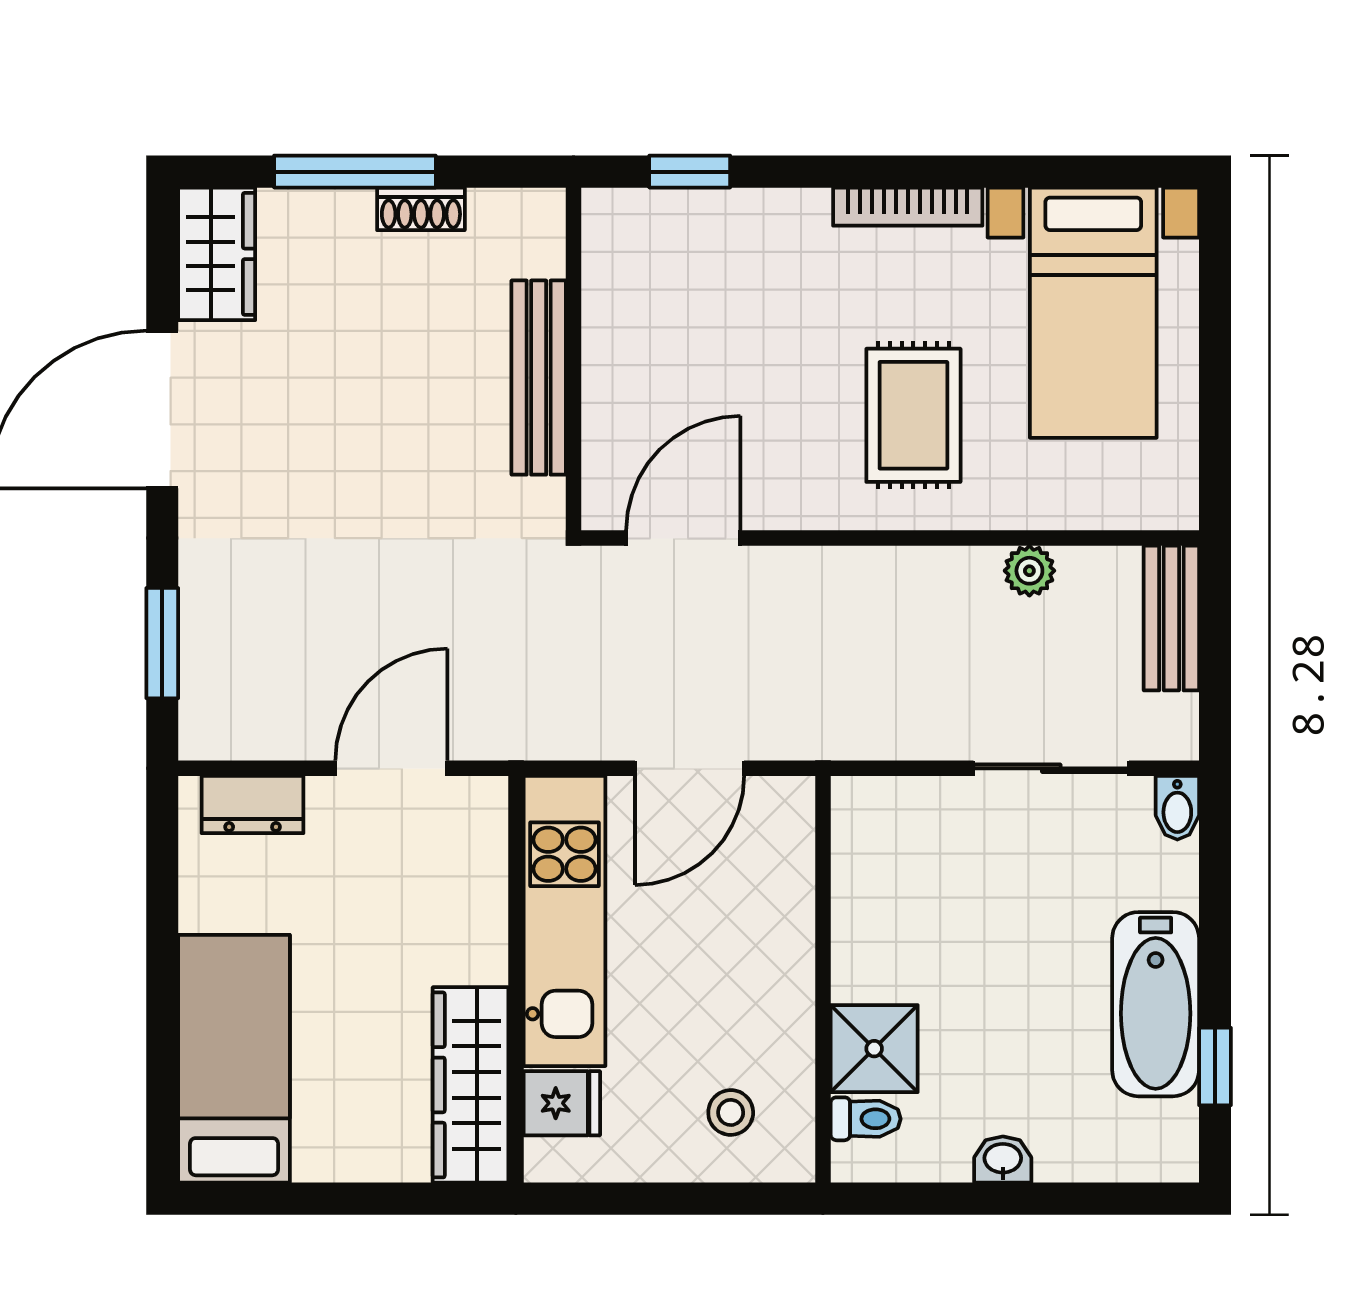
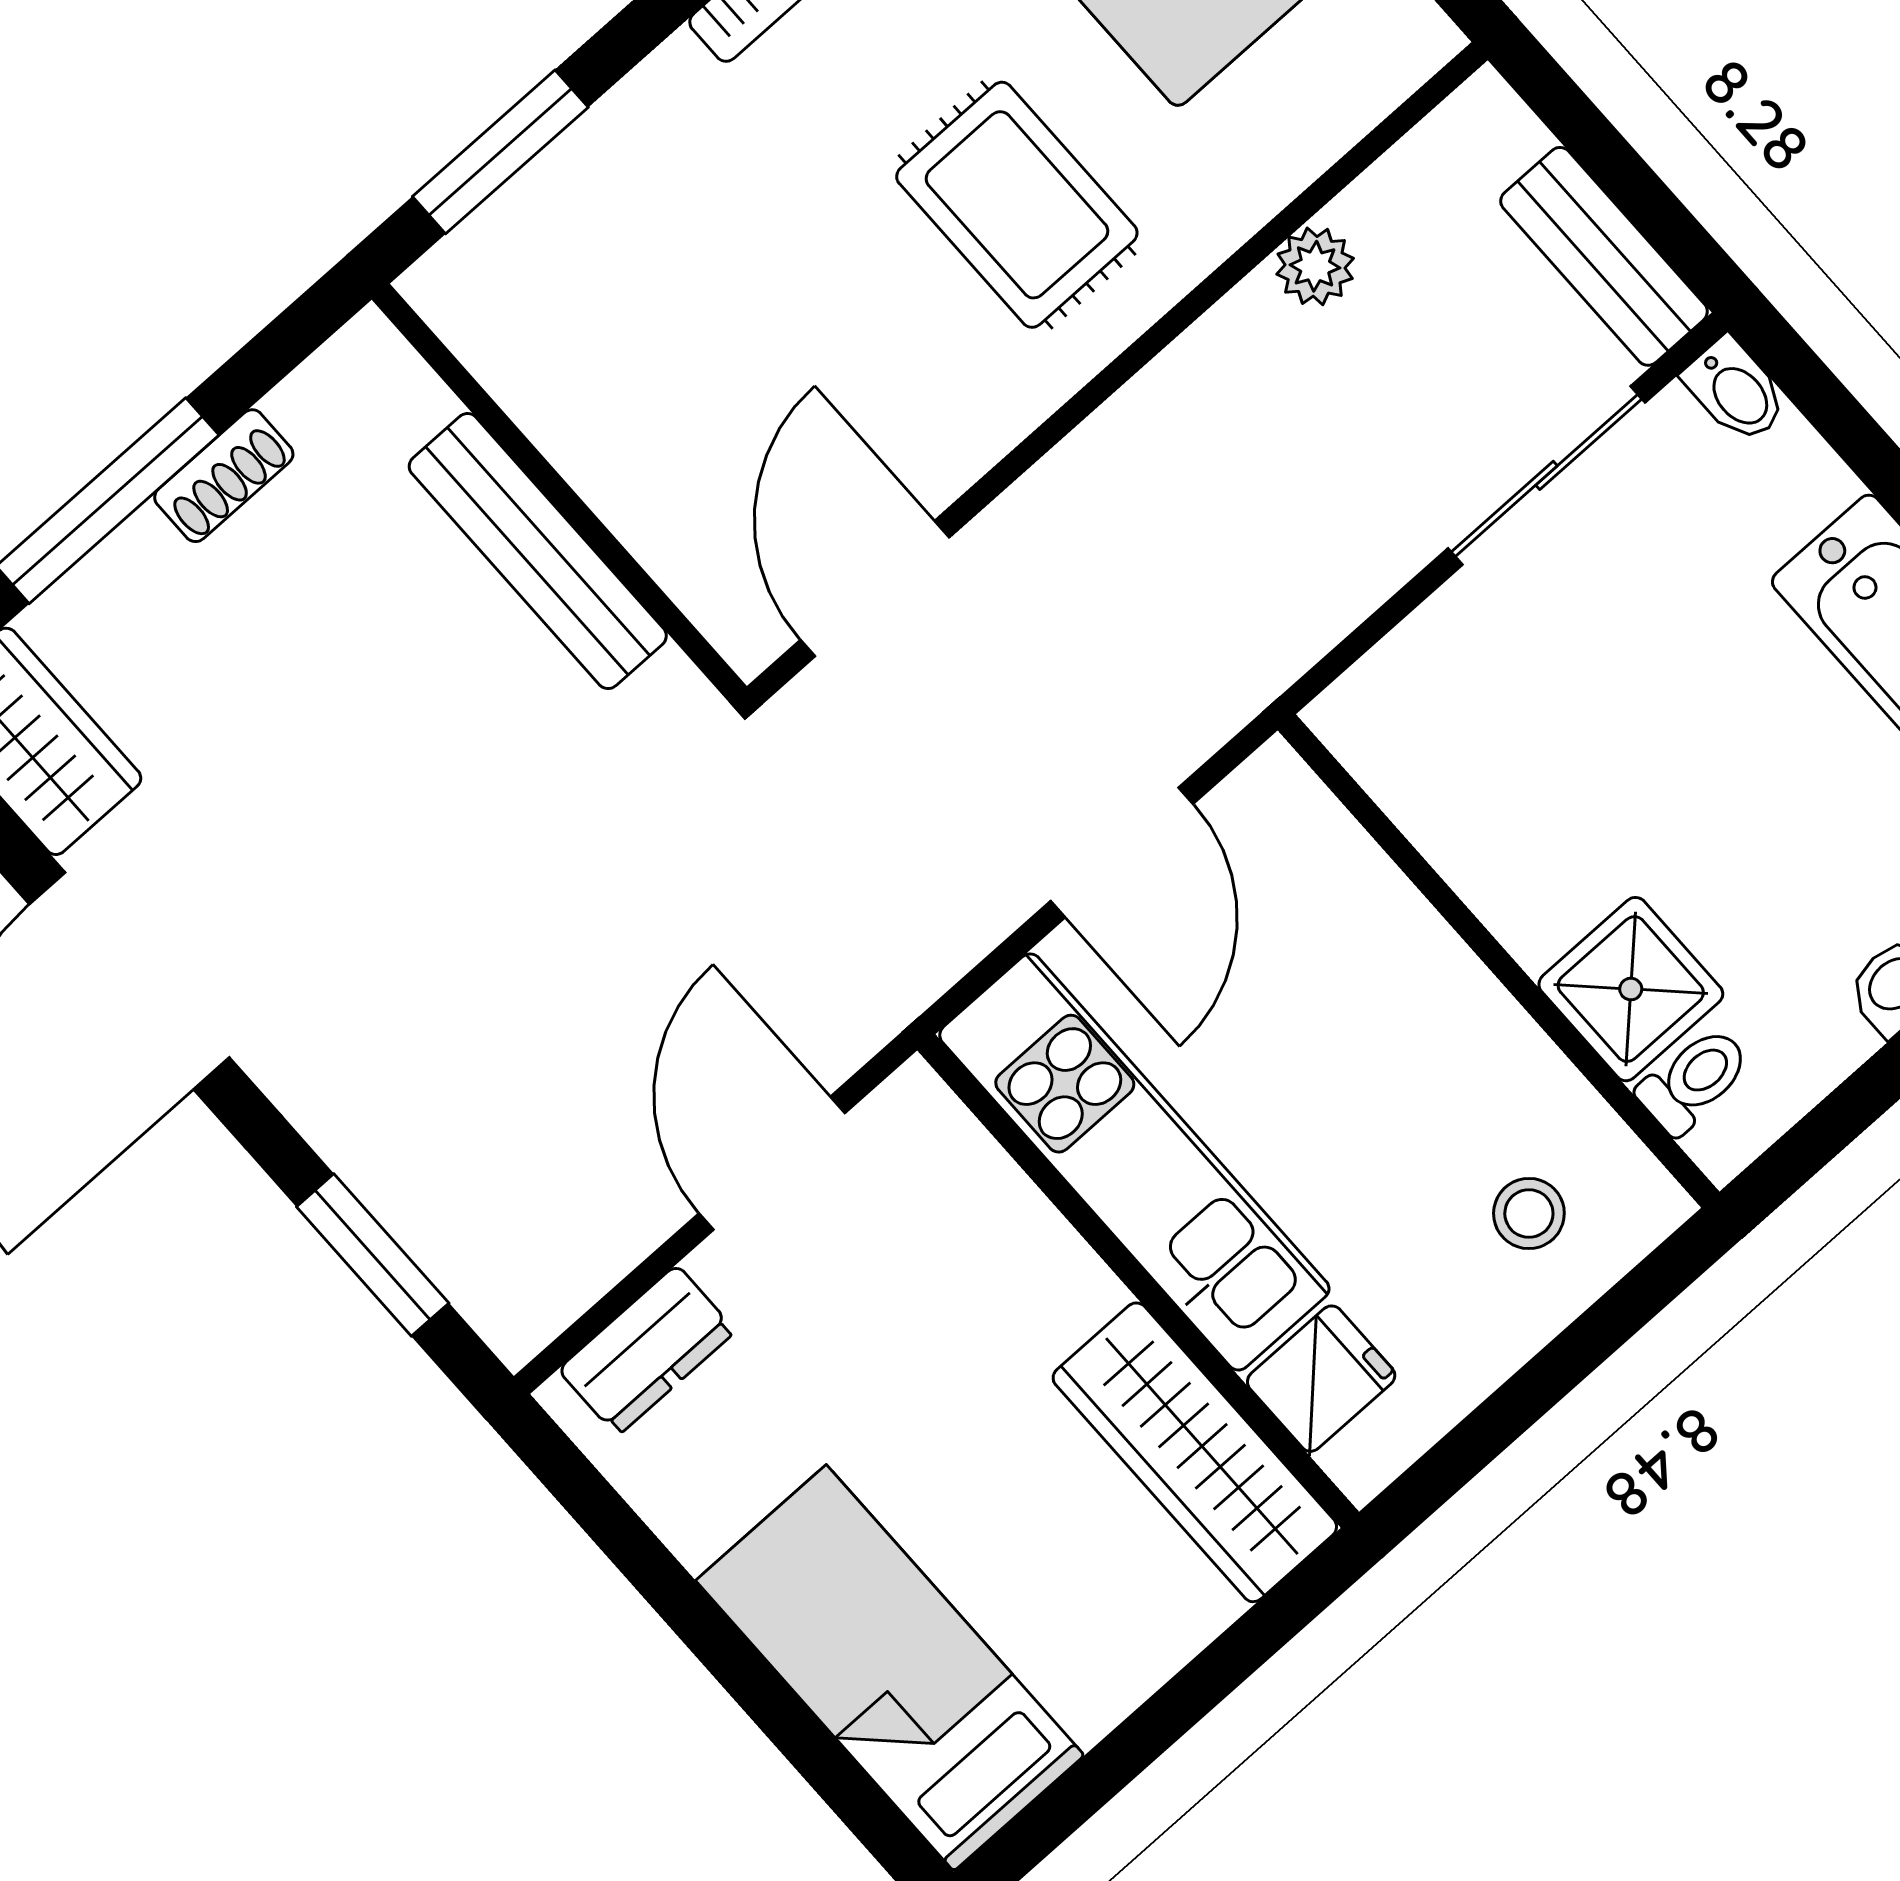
window: (690, 172) -> (500, 152), width x1.50
bench: (1171, 618) -> (1604, 256), moved

